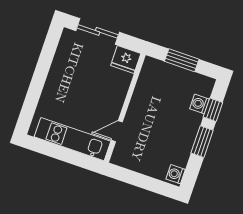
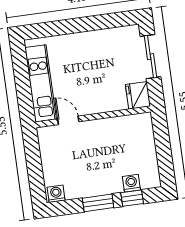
window: (182, 60) -> (163, 147), removed

